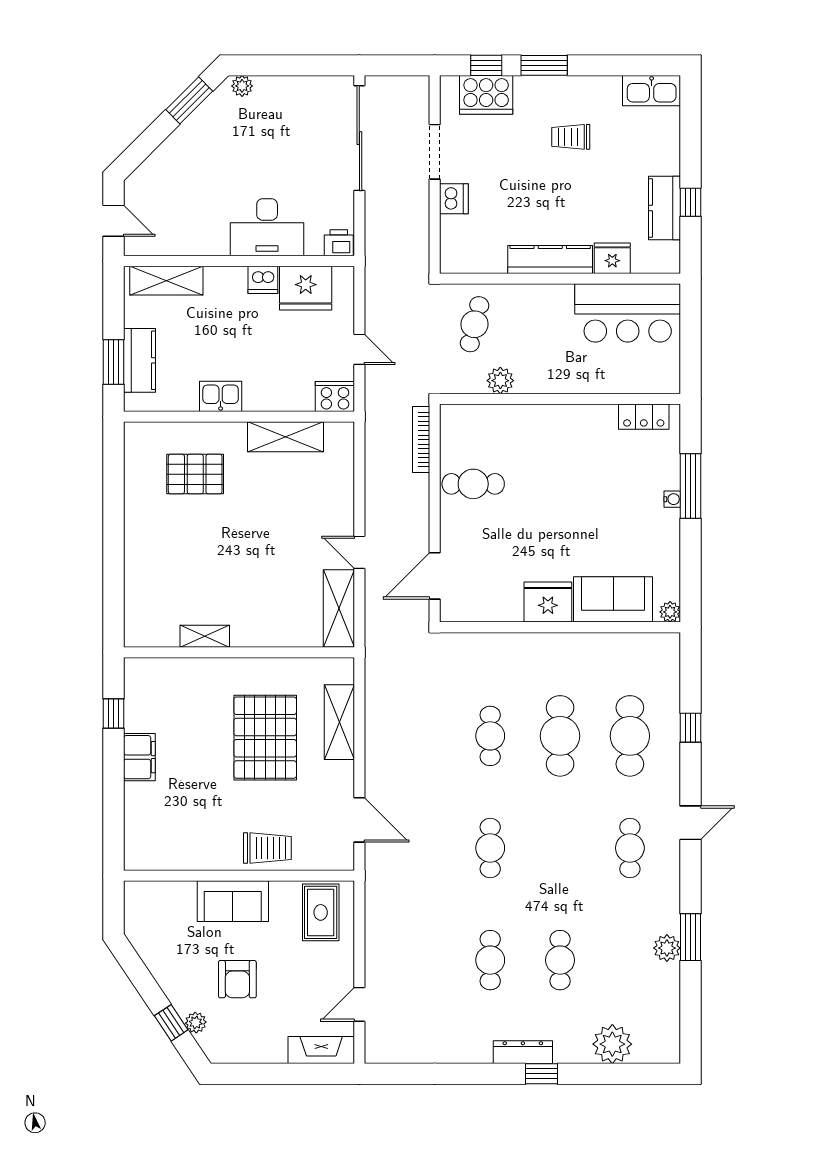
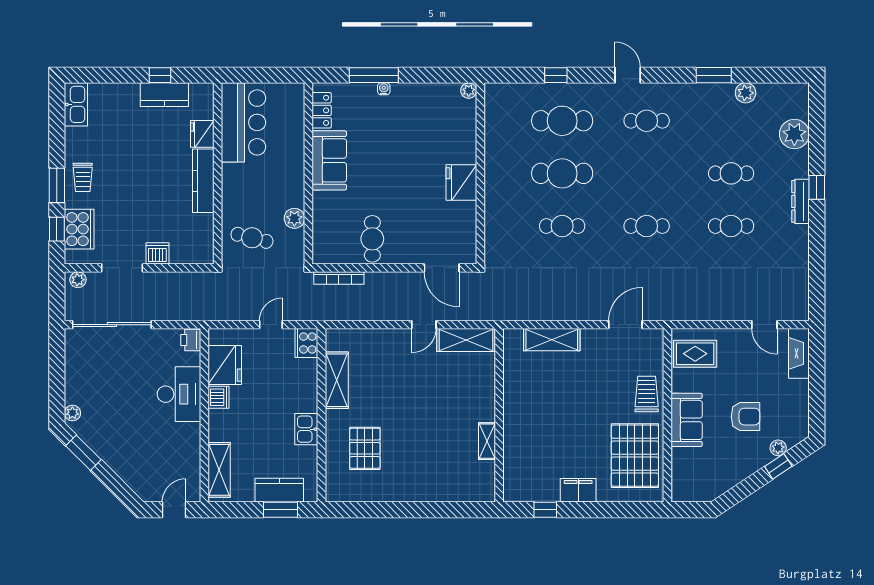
plant: (419, 93) -> (78, 280), added
trolley: (571, 137) -> (83, 177), moved
sofa: (613, 599) -> (329, 160), moved, turned 180
pallet: (265, 738) -> (635, 456), moved, turned 90
plant: (667, 948) -> (746, 93), moved

